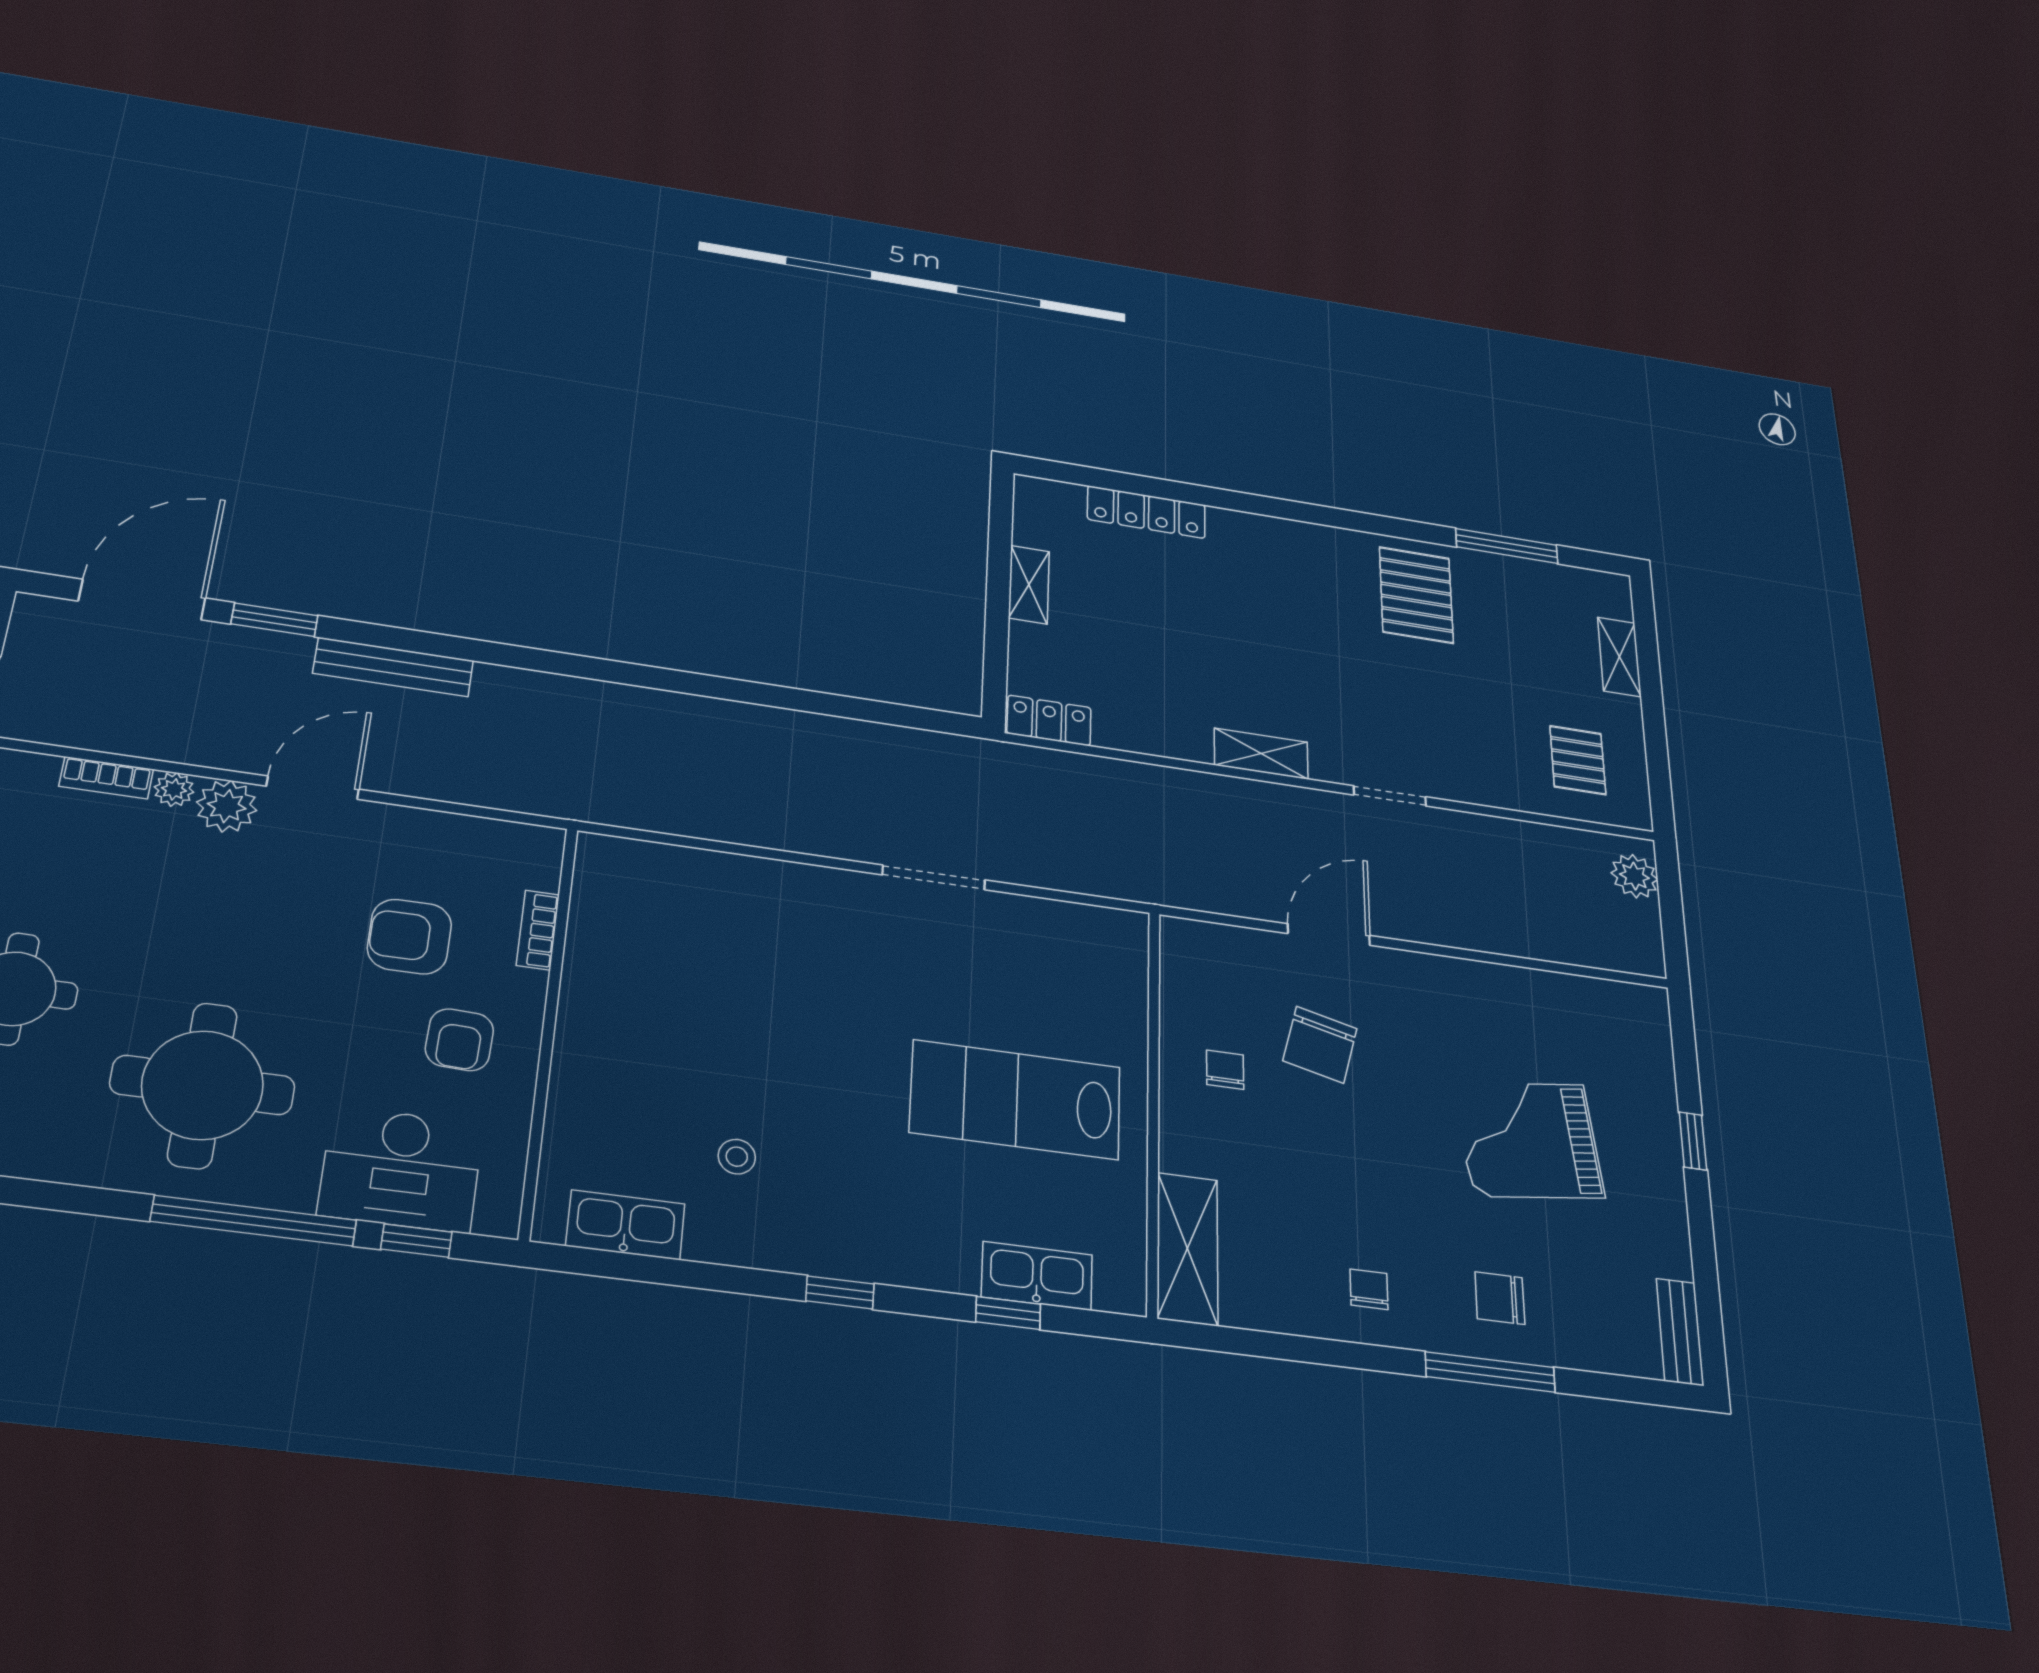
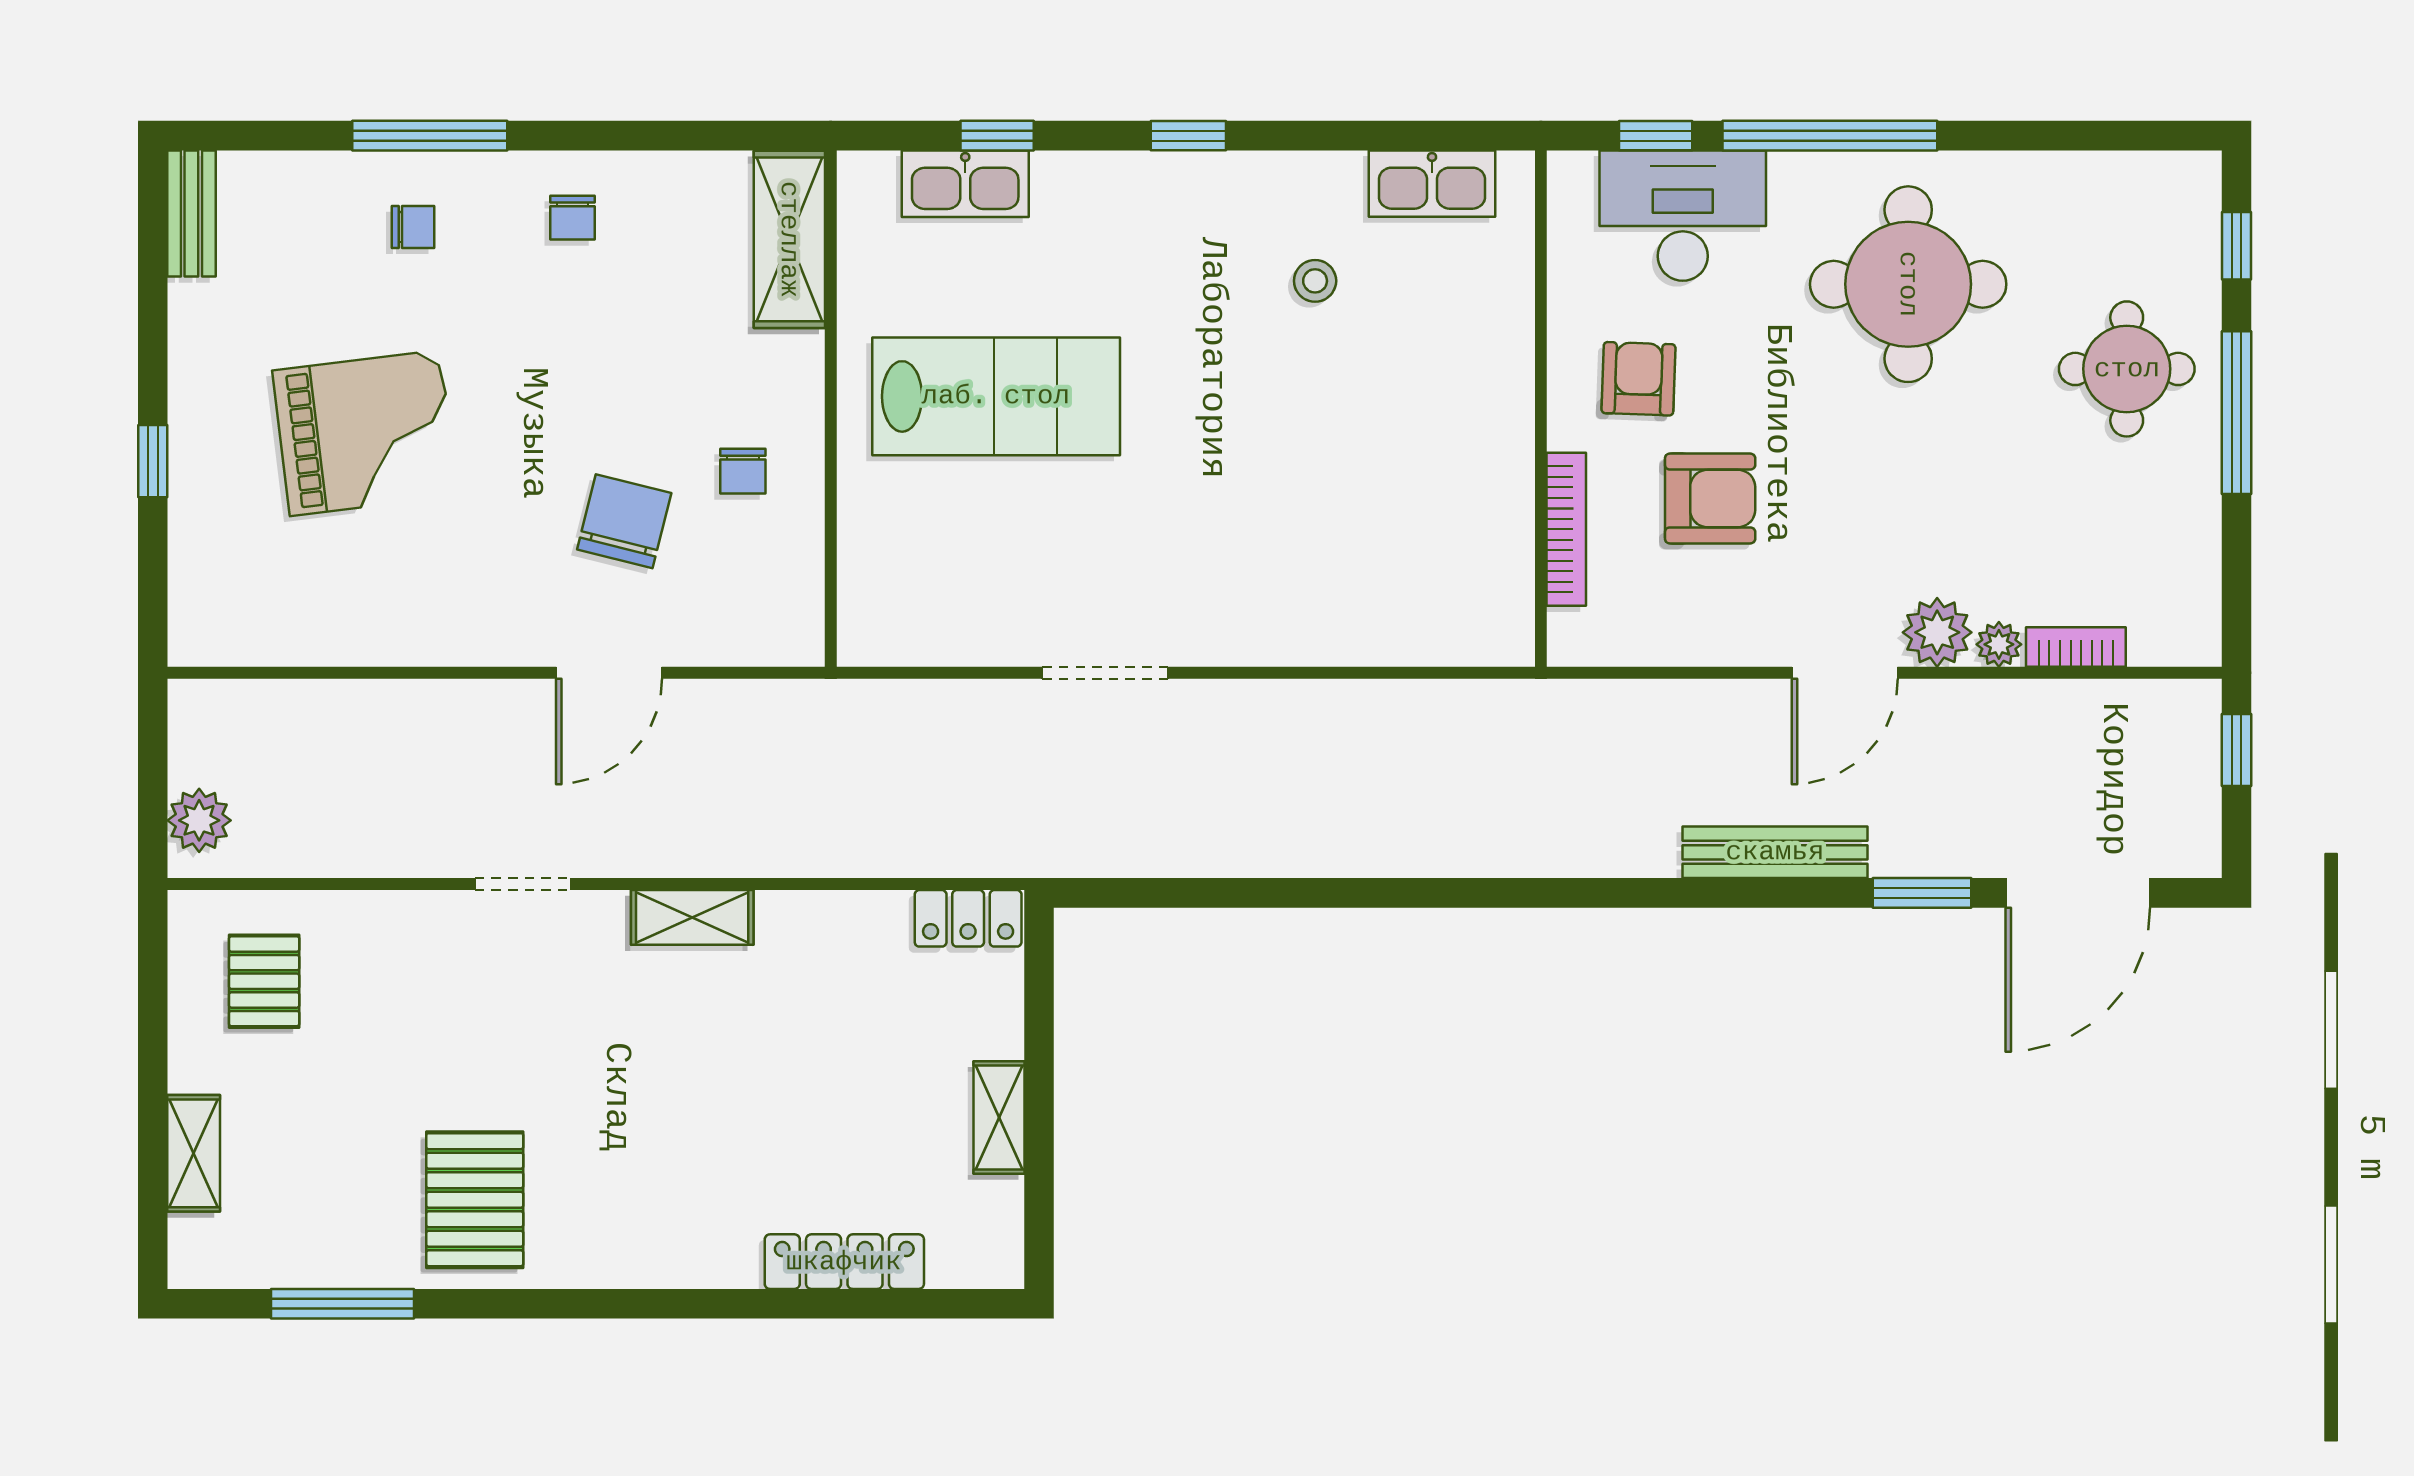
bookcase: (538, 930) -> (1566, 529), width x1.56
chair: (1500, 1298) -> (413, 227), width x0.73, depth x0.73

